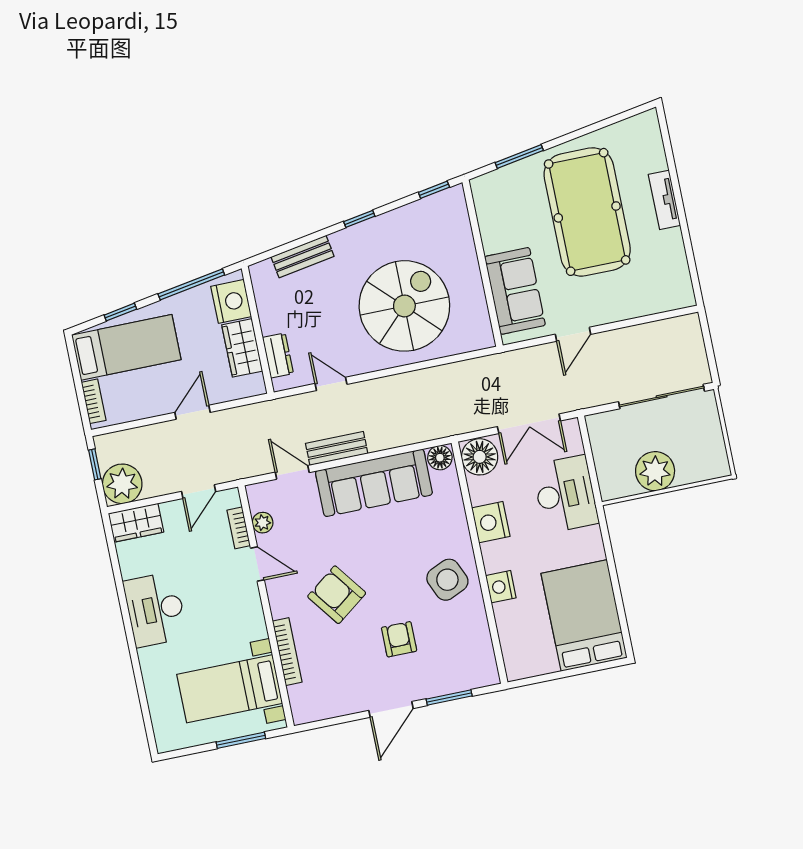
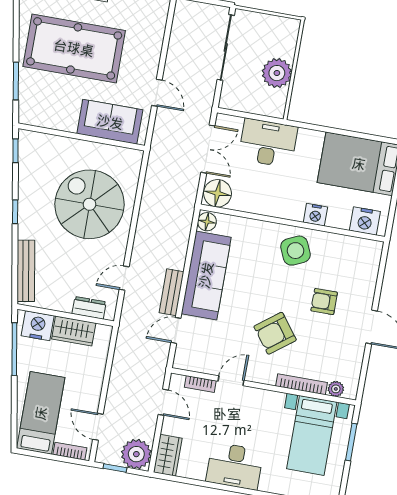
bench: (303, 257) -> (26, 271), width x1.36
window: (120, 312) -> (14, 407), removed
door: (192, 412) -> (98, 427), moved
nightstand: (491, 522) -> (365, 221), moved
plant: (263, 523) -> (336, 389), moved
window: (449, 698) -> (379, 282), removed

